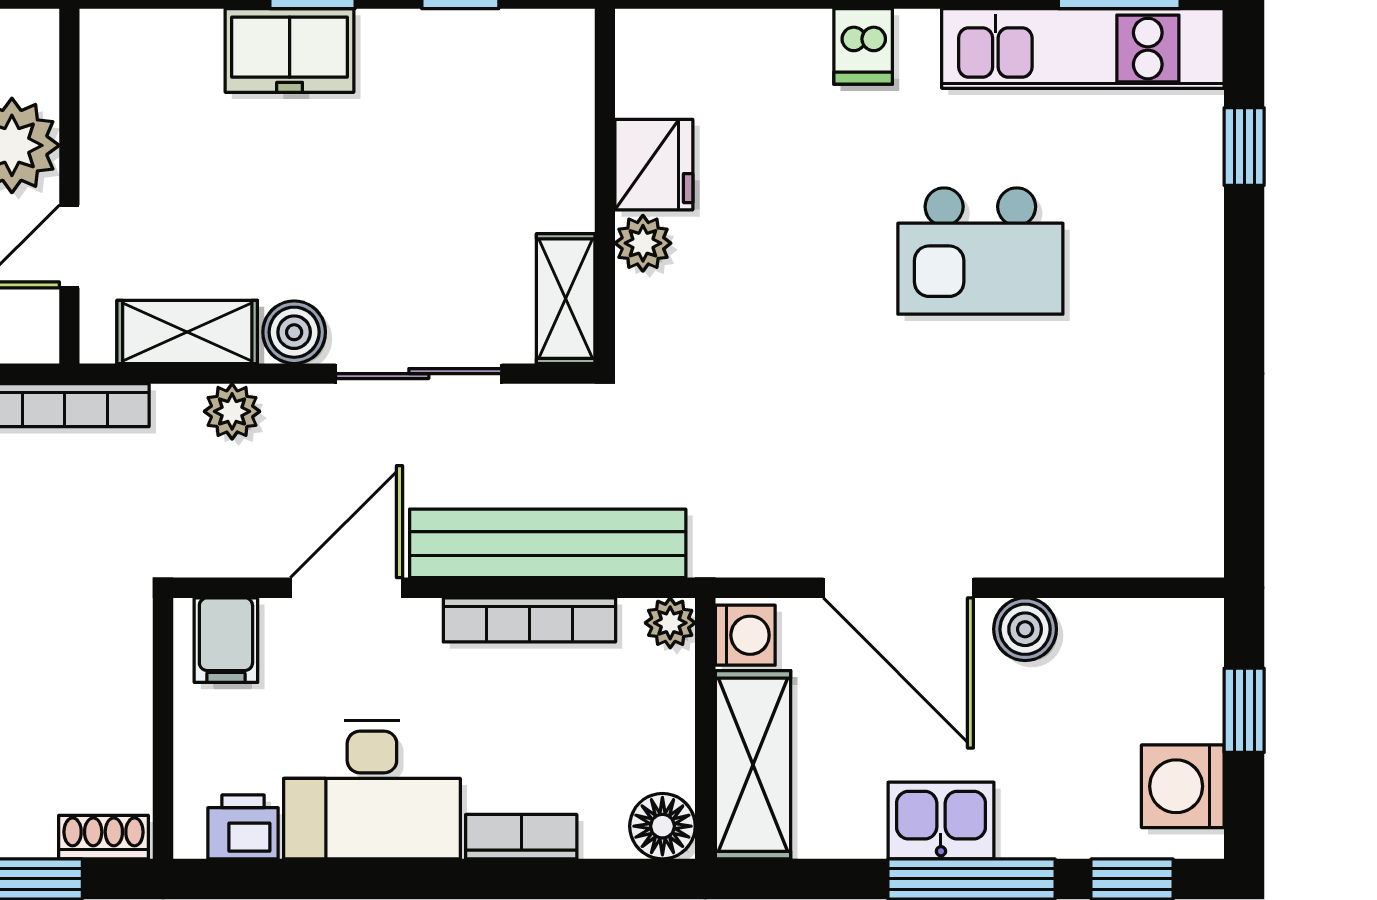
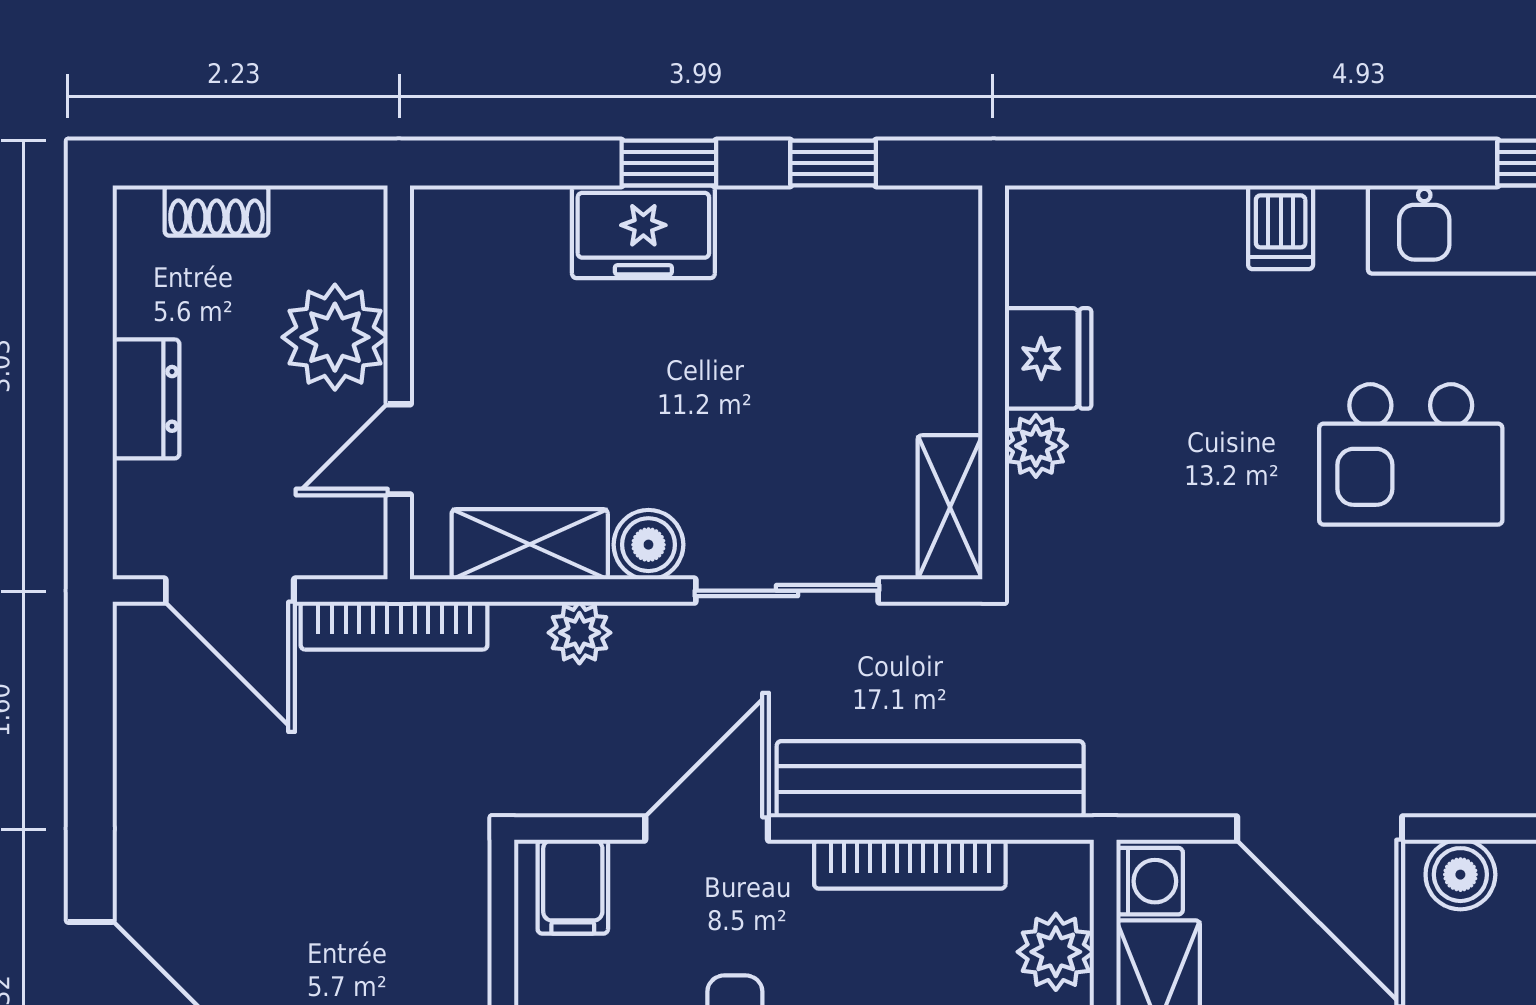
plant: (670, 623) -> (1056, 952), moved, width x1.38, depth x1.38

